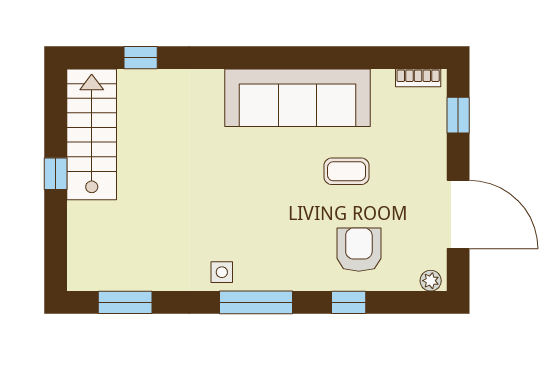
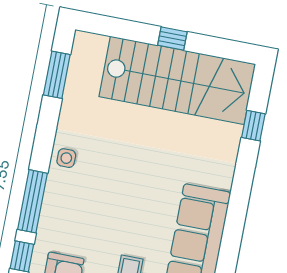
stairs: (92, 134) -> (177, 80), width x1.36, depth x1.51
window: (256, 302) -> (32, 201), moved

